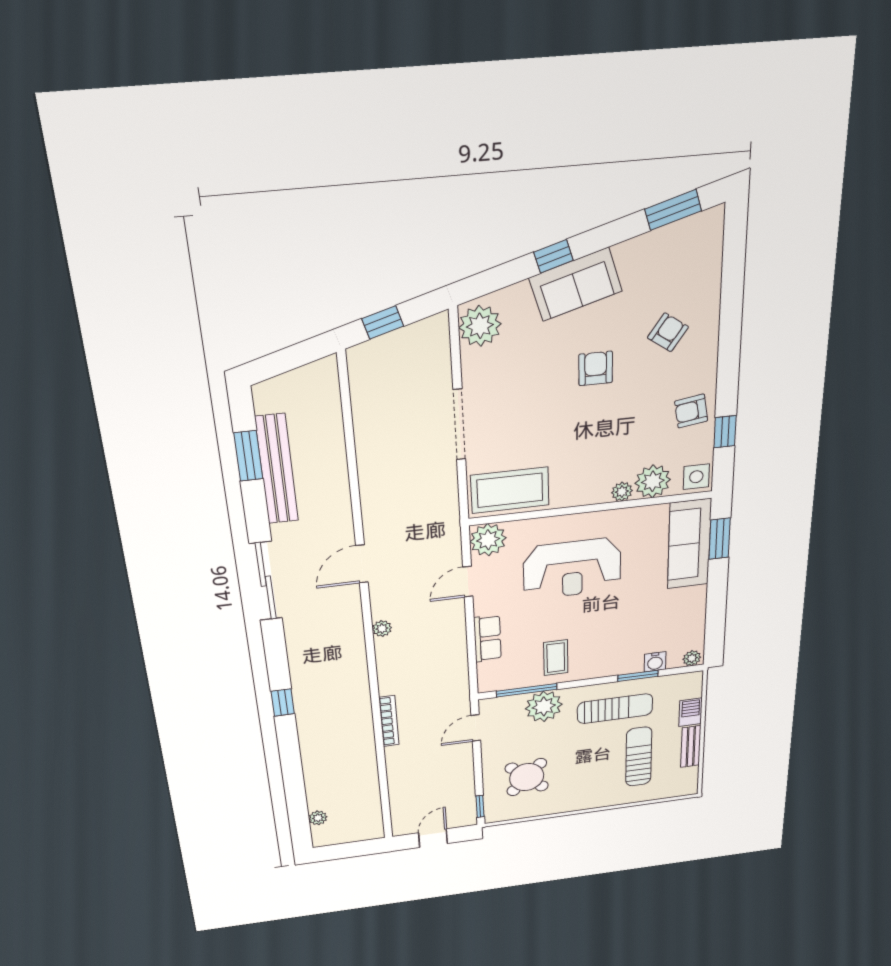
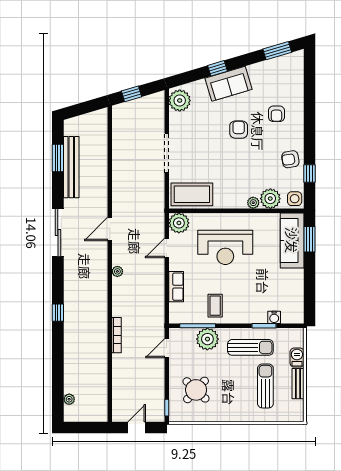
armchair: (668, 332) -> (276, 114), turned 145
plant: (692, 658) -> (296, 318), removed

